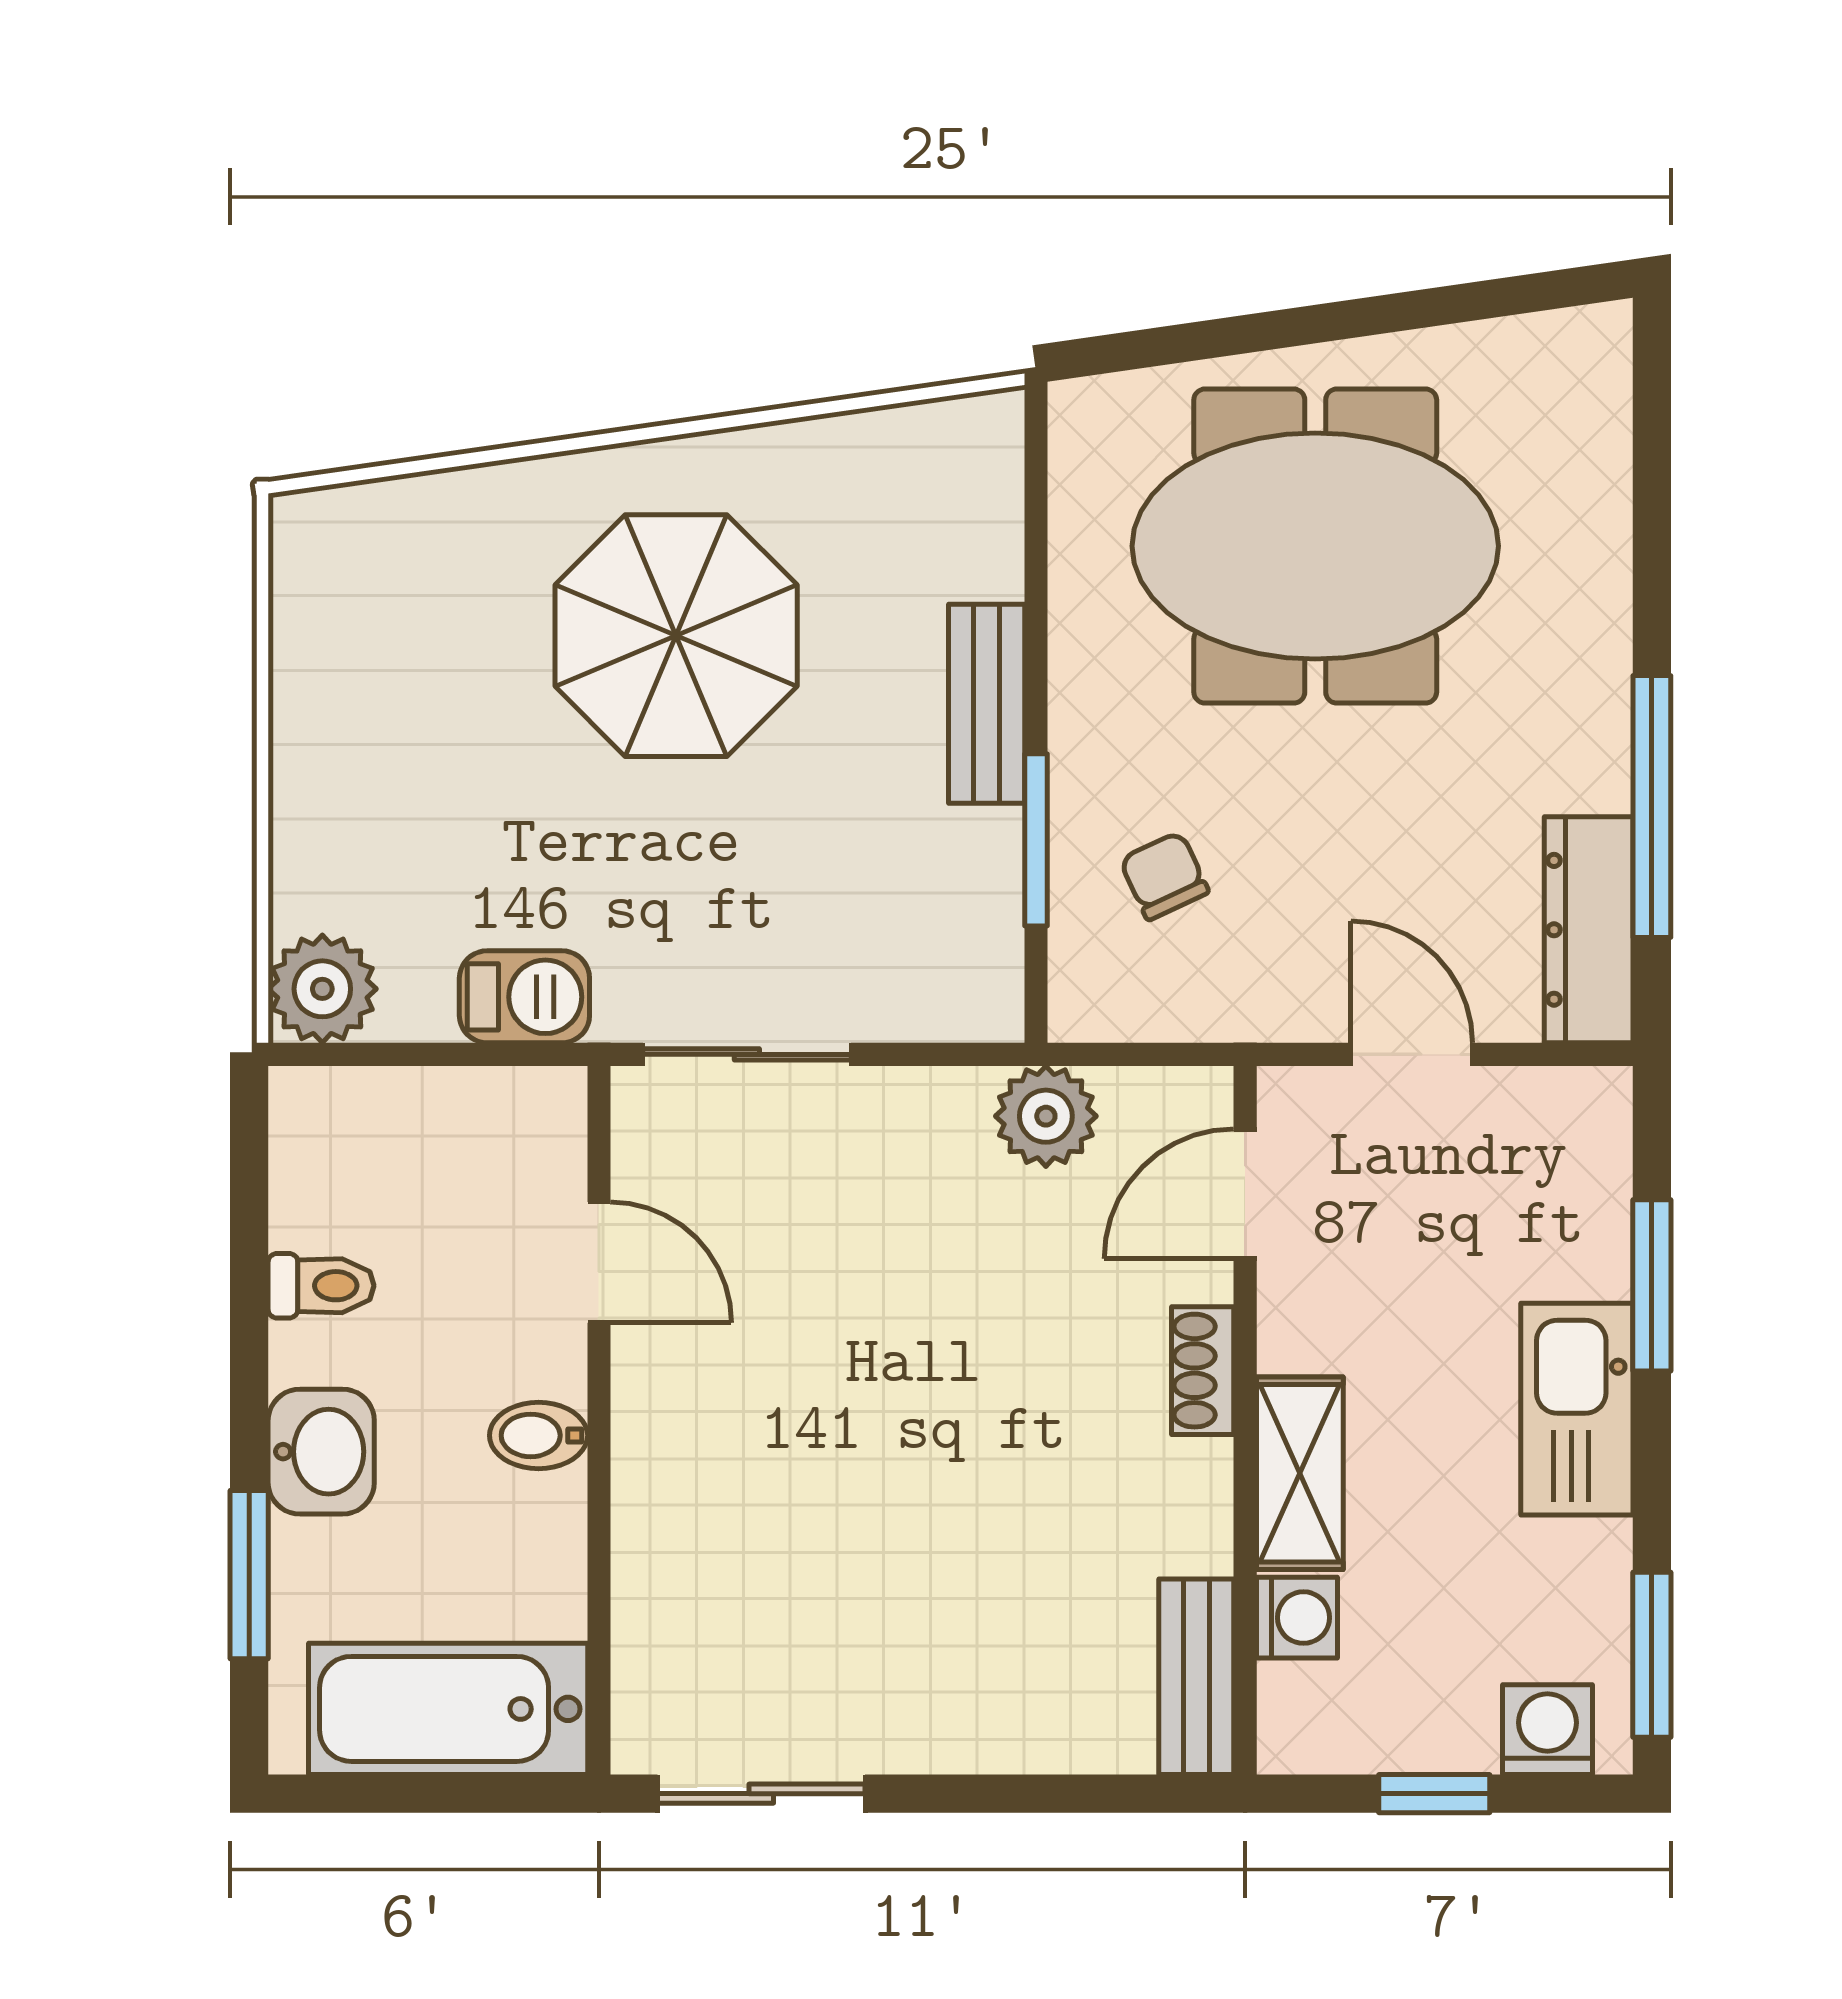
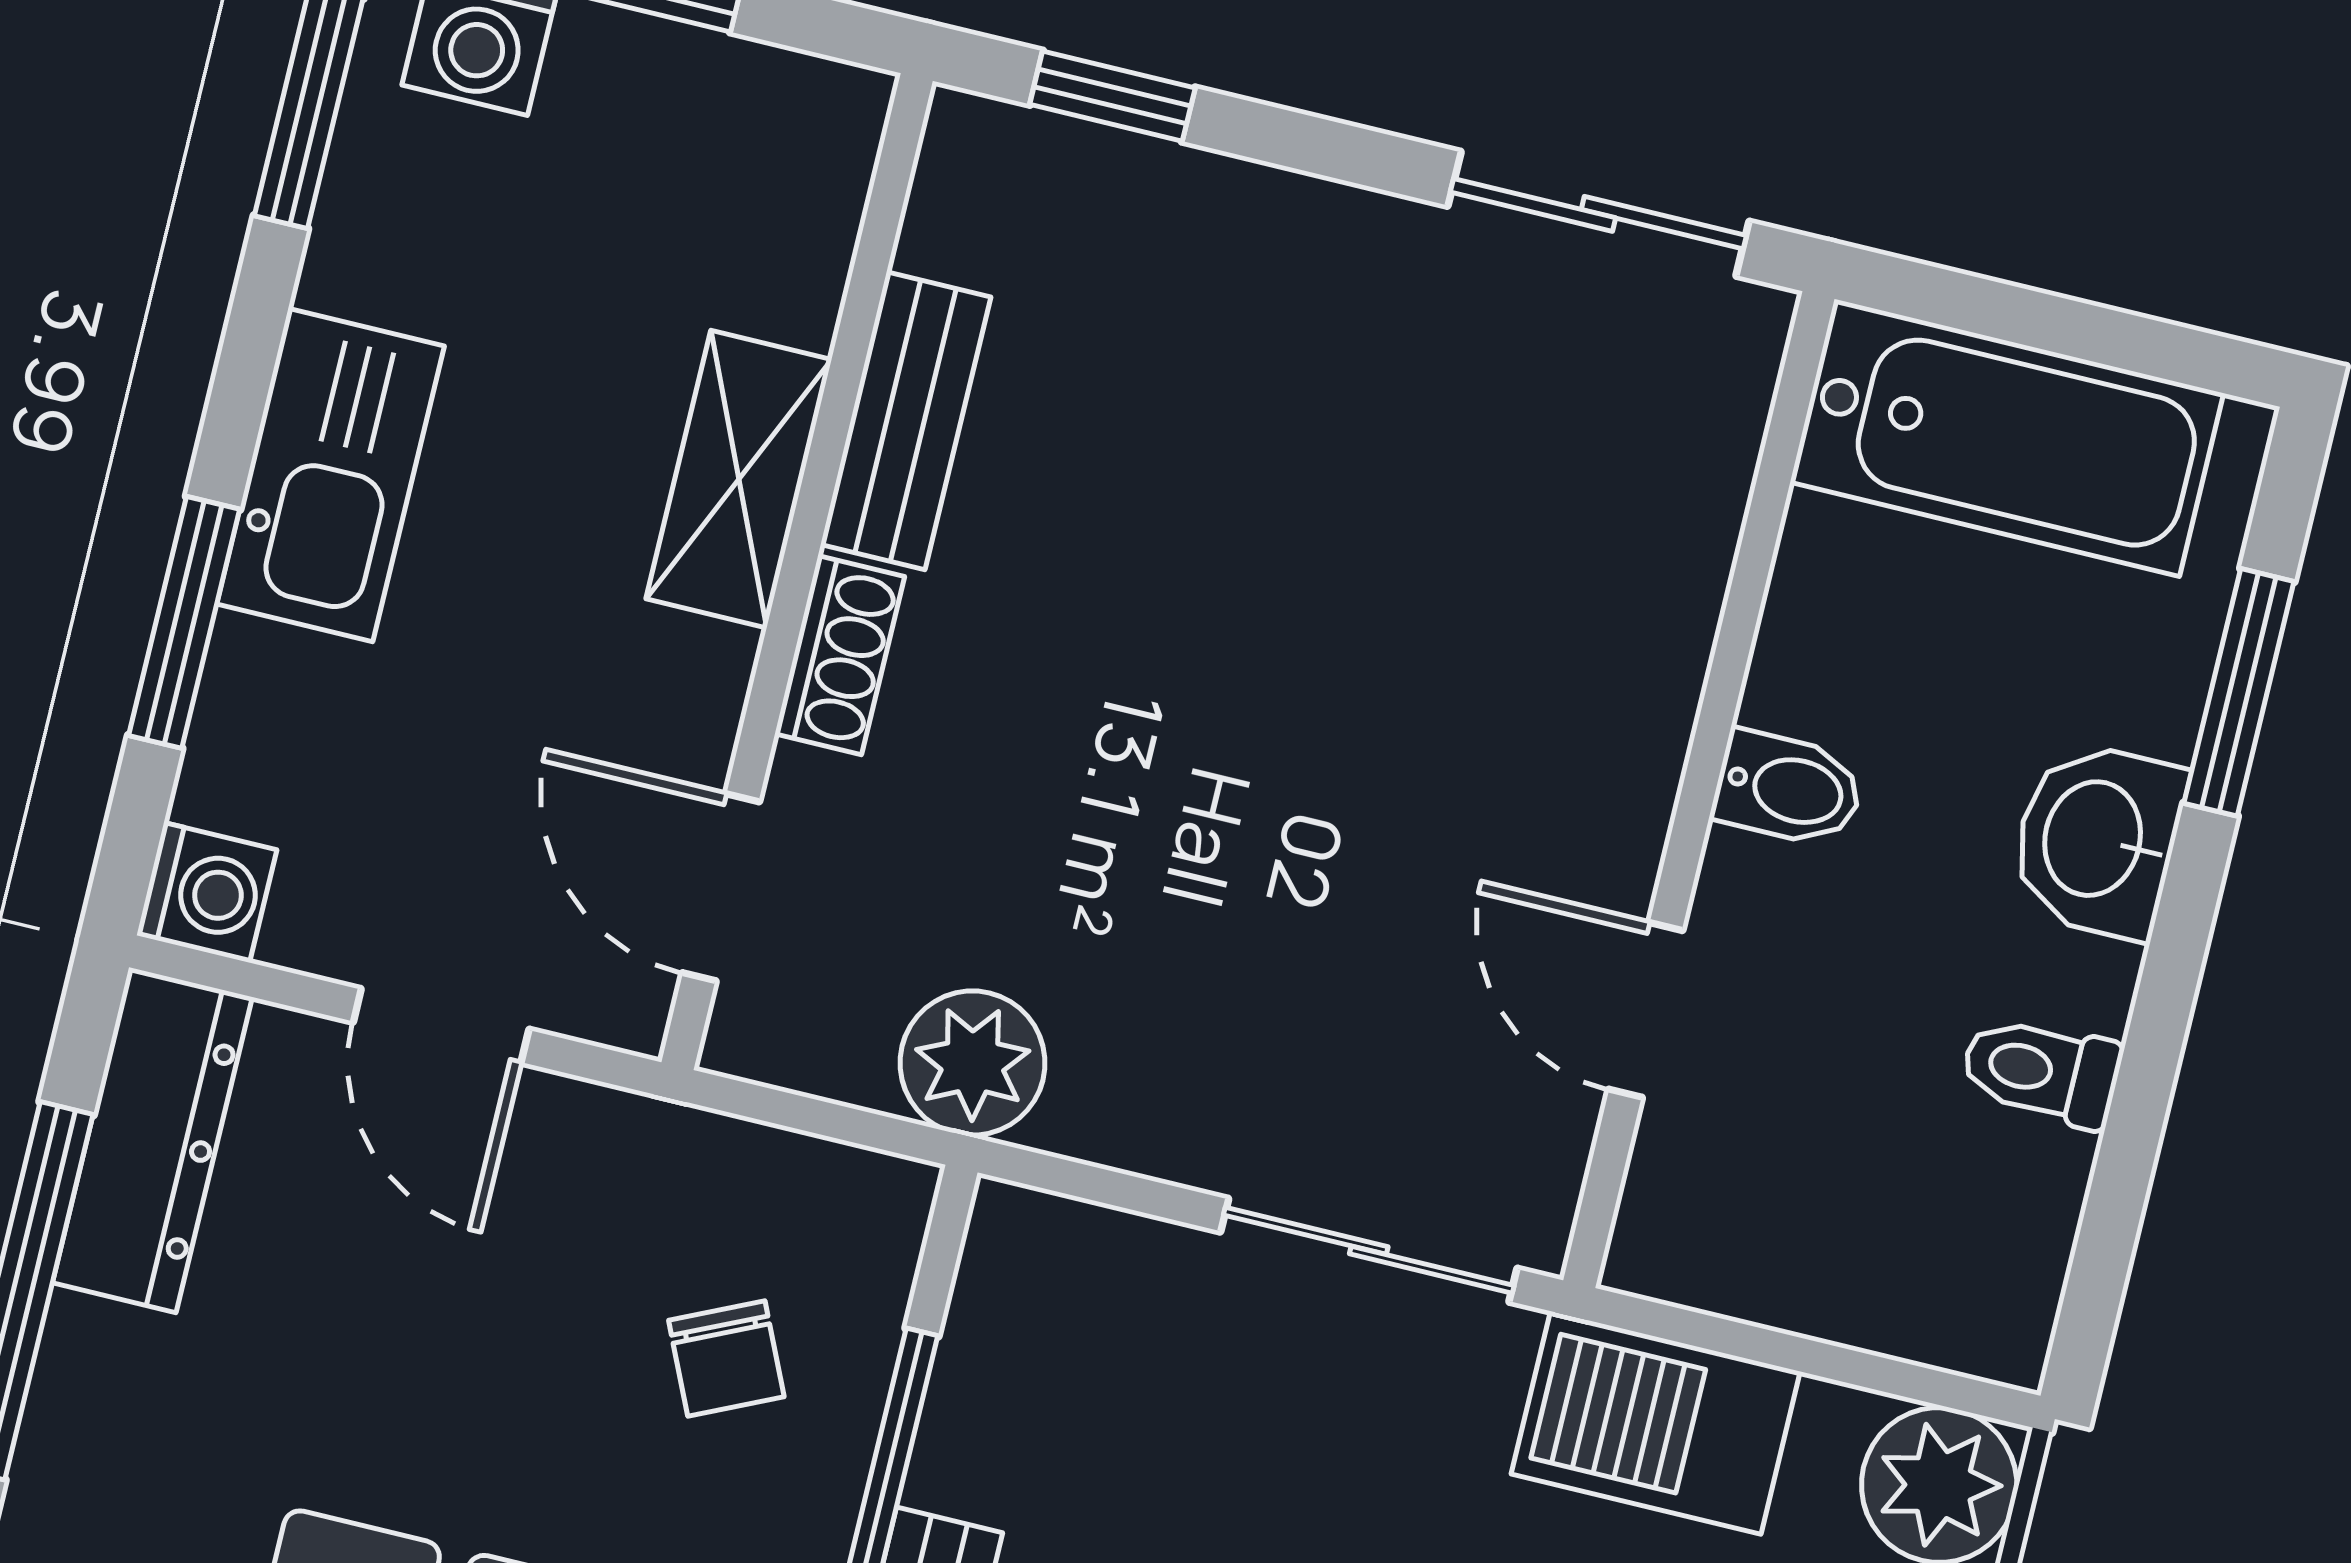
barbecue: (524, 997) -> (1656, 1423), width x1.38, depth x1.27
door: (1245, 1194) -> (721, 887), swing flipped
washing machine: (1297, 1618) -> (207, 892), moved, turned 180
bench: (1196, 1677) -> (906, 421), moved
window: (1110, 1794) -> (1112, 96), added

